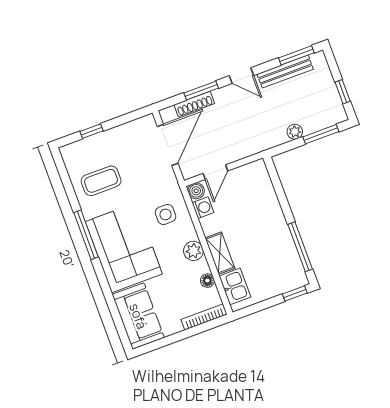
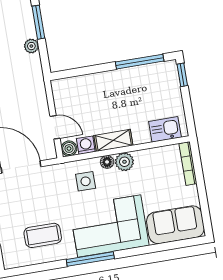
coffee table: (101, 181) -> (43, 235), turned 90
shelving: (220, 253) -> (113, 140), moved
floor lamp: (207, 281) -> (107, 162), moved

